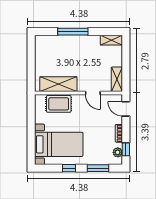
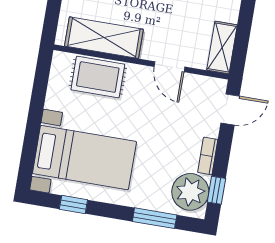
door: (126, 109) -> (230, 109), swing flipped
plant: (118, 152) -> (190, 192), width x1.88, depth x1.88
window: (69, 168) -> (73, 205), moved

